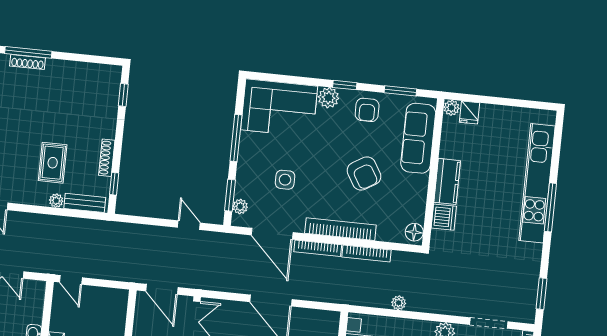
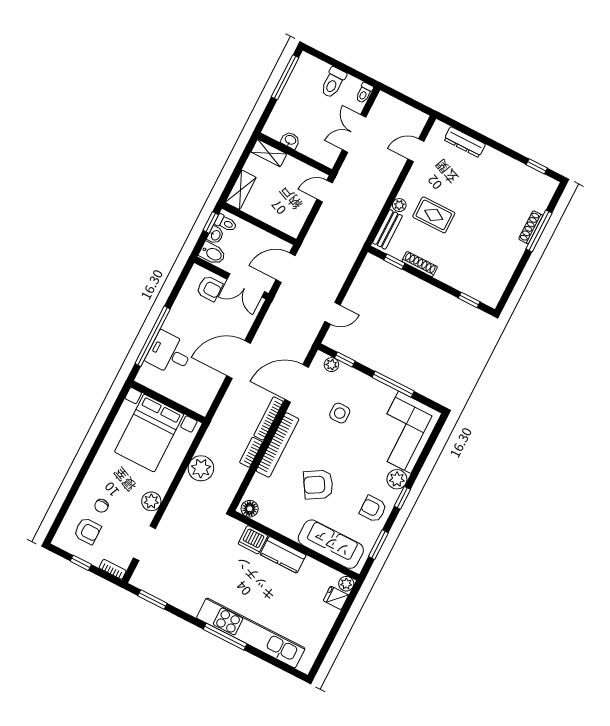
window: (230, 195) -> (345, 360), width x0.67
bookcase: (367, 253) -> (251, 452), width x0.64
plant: (399, 303) -> (201, 468), width x1.87, depth x1.87

